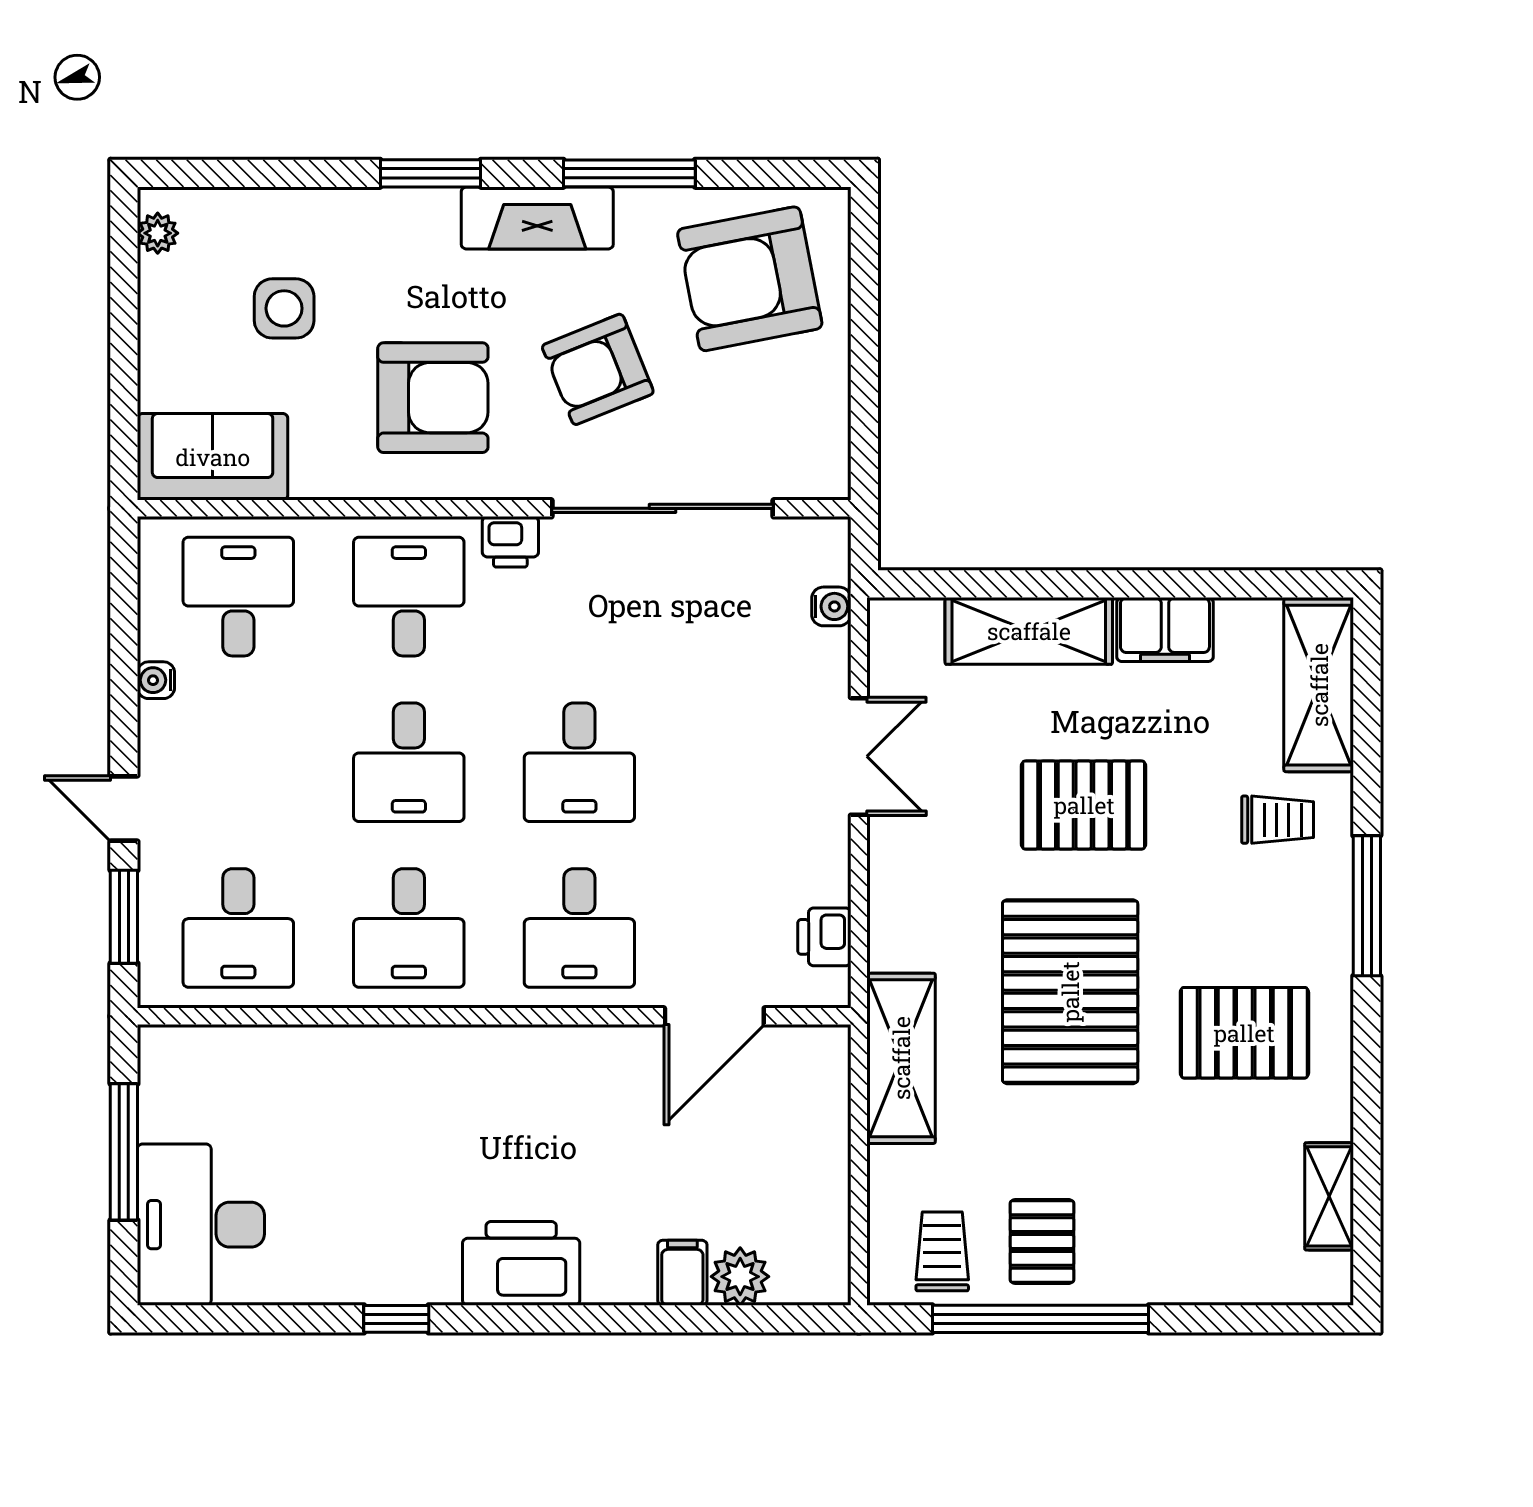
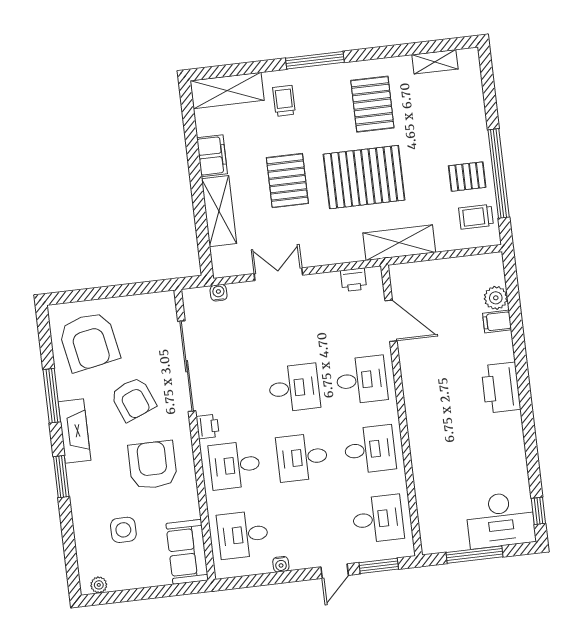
desk: (409, 762) -> (302, 457), turned 180
window: (396, 1319) -> (538, 511), moved

